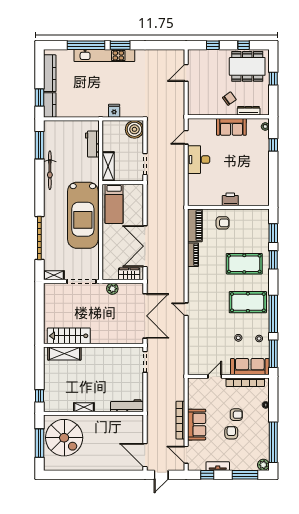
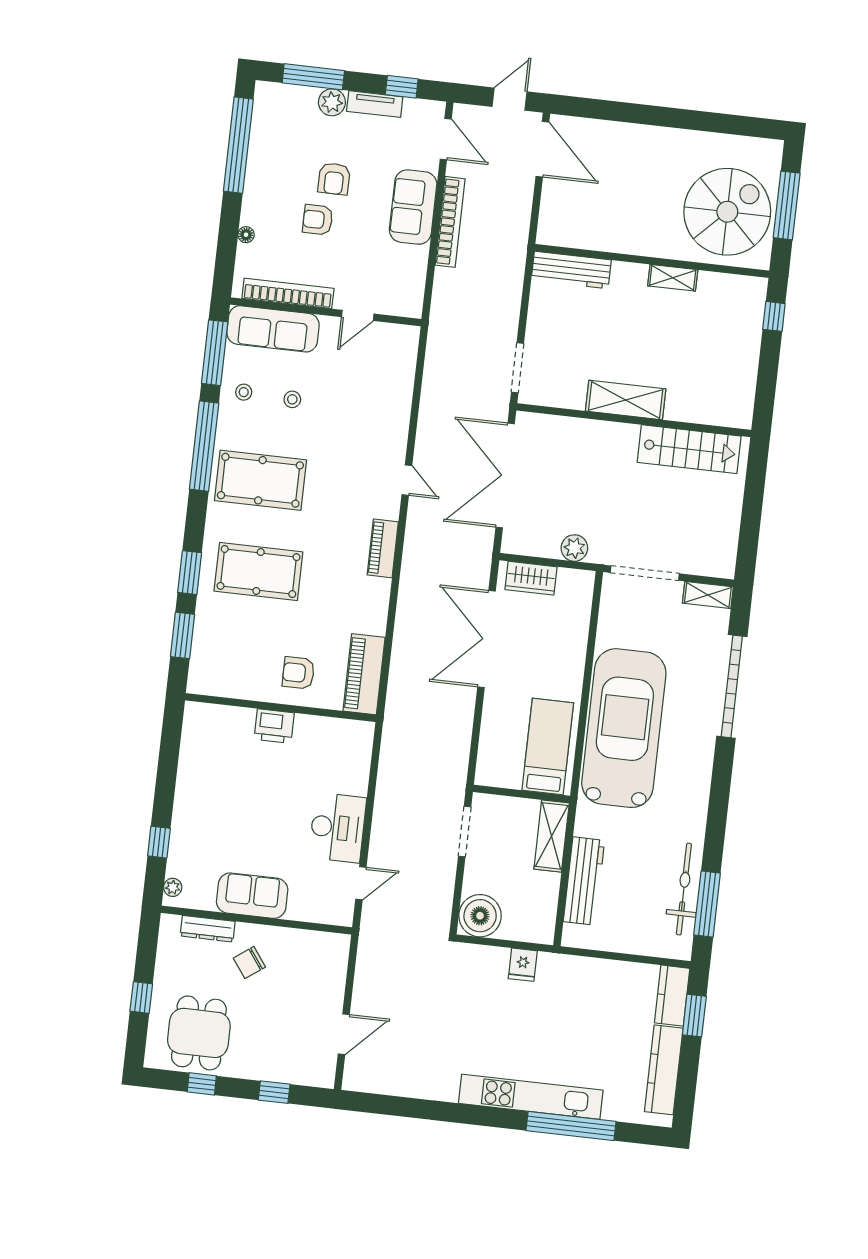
window: (120, 45) -> (491, 1117), removed
dining table: (247, 66) -> (199, 1033), width x0.73
workbench: (92, 144) -> (584, 881), width x1.38
bicycle: (50, 170) -> (684, 889), moved
double door: (145, 246) -> (487, 639), swing flipped
piano: (193, 255) -> (383, 548), moved
shelving: (64, 354) -> (626, 400), moved
spiral stairs: (64, 438) -> (727, 212), turned 90
plant: (263, 465) -> (332, 102), moved

